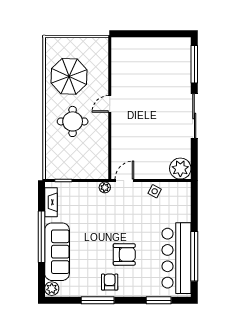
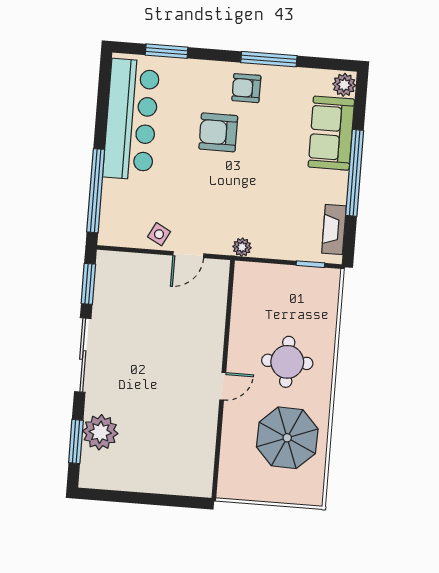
window: (194, 64) -> (76, 441), width x0.69
window: (194, 158) -> (88, 284), added
plant: (180, 169) -> (100, 432), moved
door: (124, 181) -> (188, 255), moved
sofa: (57, 252) -> (331, 133), width x0.73
window: (194, 256) -> (96, 191), moved
armchair: (110, 282) -> (246, 88), turned 90

